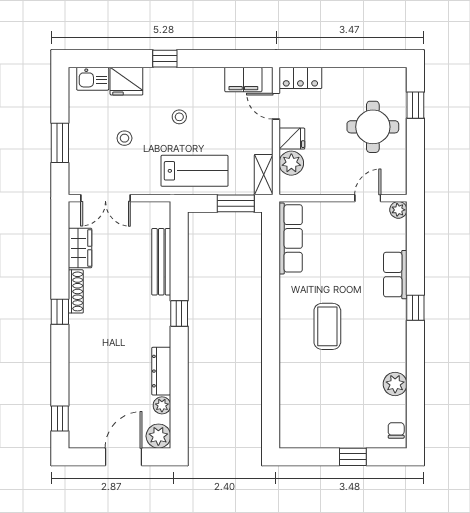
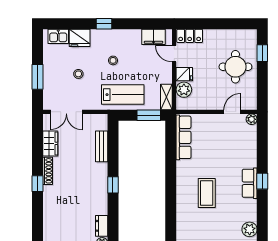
bench: (161, 262) -> (102, 146), width x0.73
row of seats: (395, 275) -> (250, 183), moved
dresser: (161, 371) -> (102, 226), width x0.70

